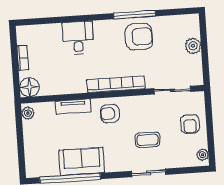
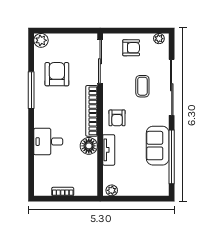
armchair: (139, 37) -> (57, 74), moved
plant: (193, 46) -> (41, 40), moved
floor lamp: (29, 87) -> (89, 146), moved
sliding door: (172, 90) -> (100, 61), width x1.37
sliding door: (149, 173) -> (172, 87), width x1.86

